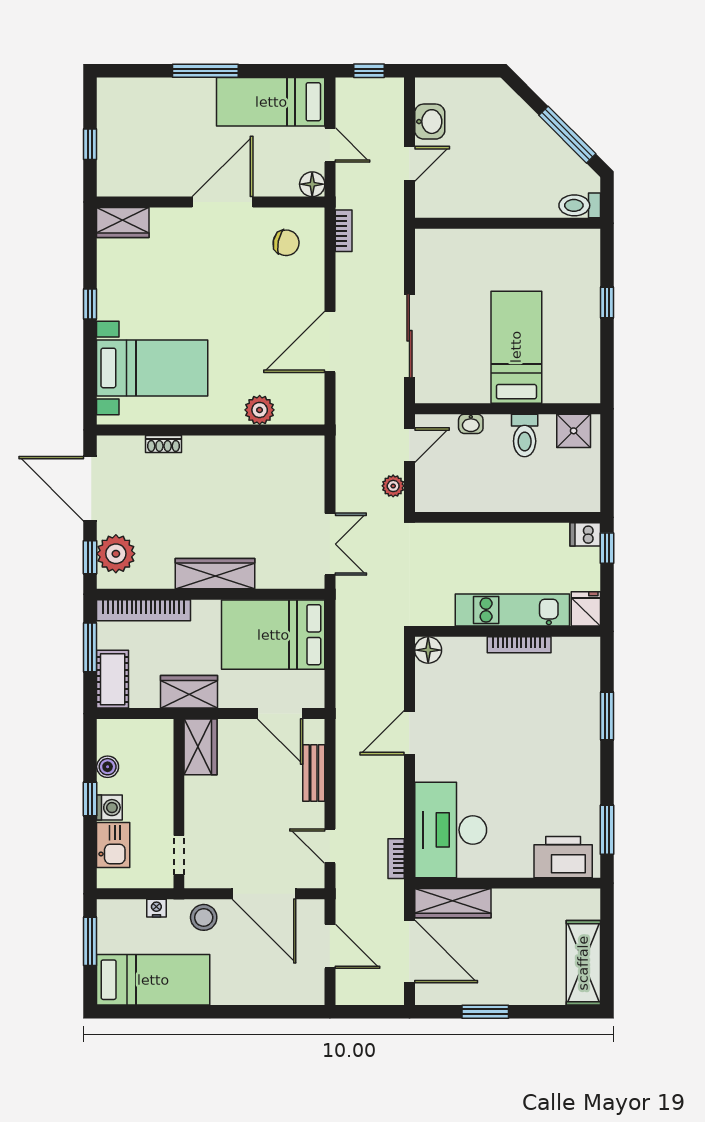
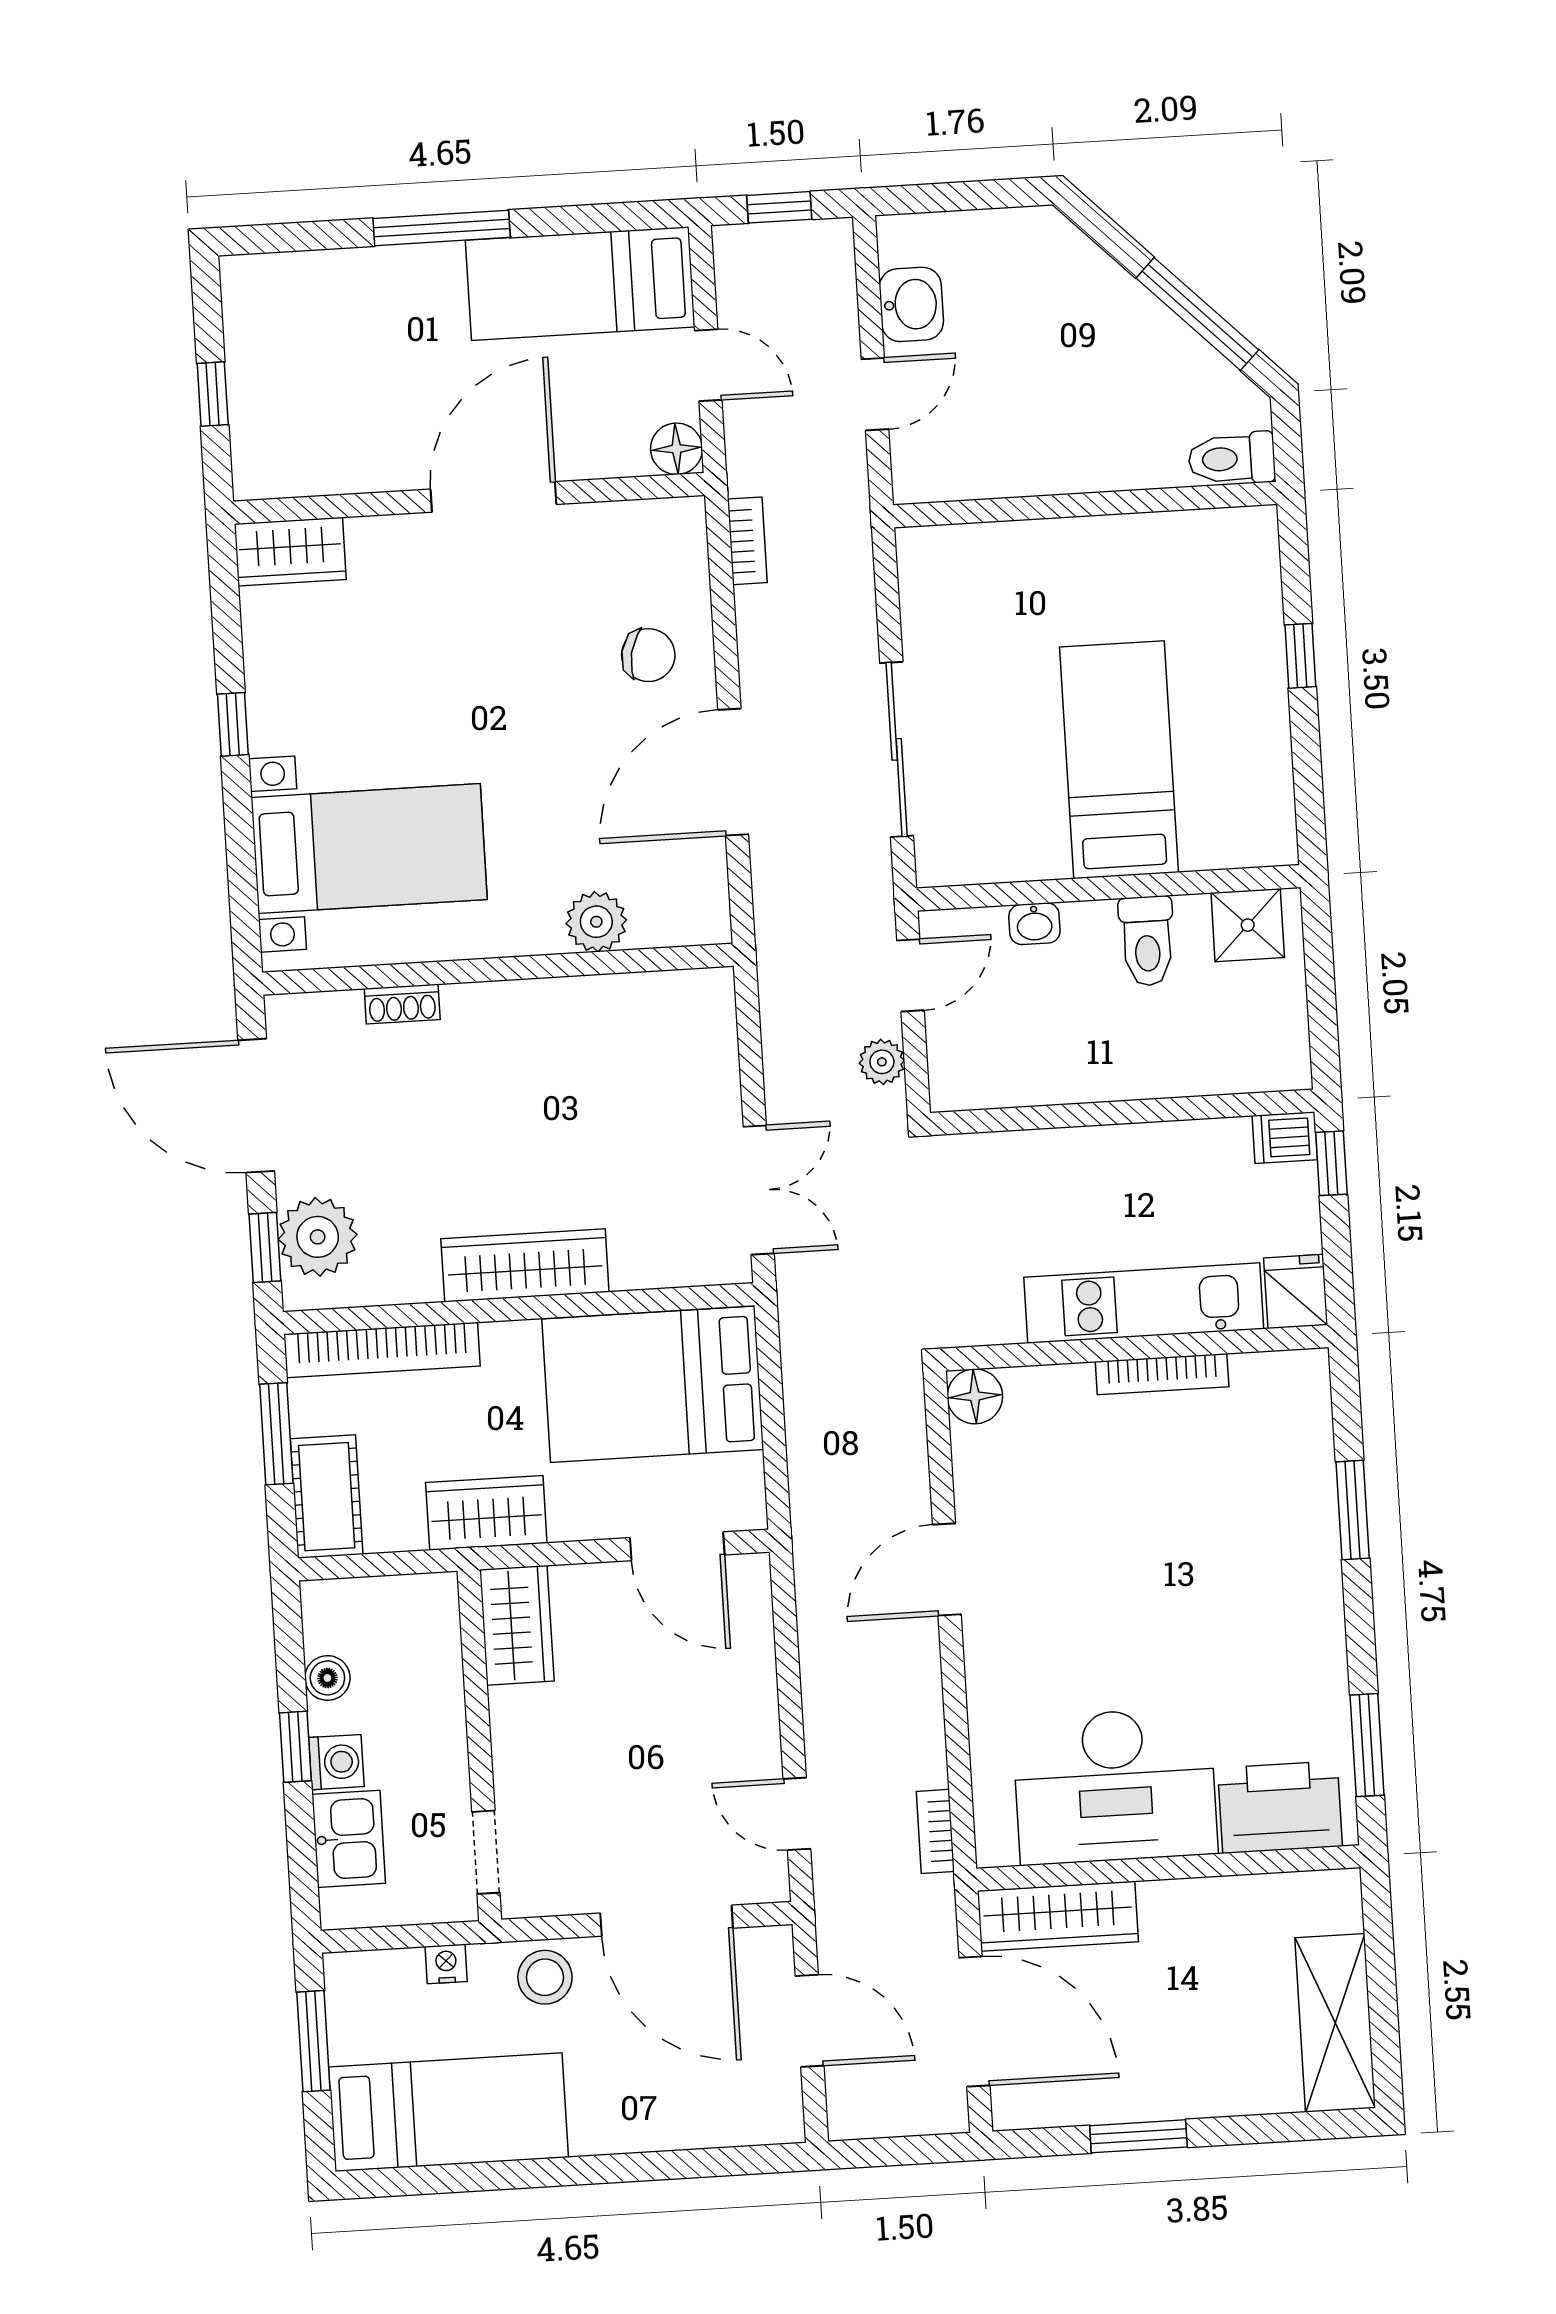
chair: (286, 243) -> (648, 655), moved
bench: (314, 773) -> (754, 1665), removed
desk: (451, 830) -> (1115, 1786), moved, turned -90

